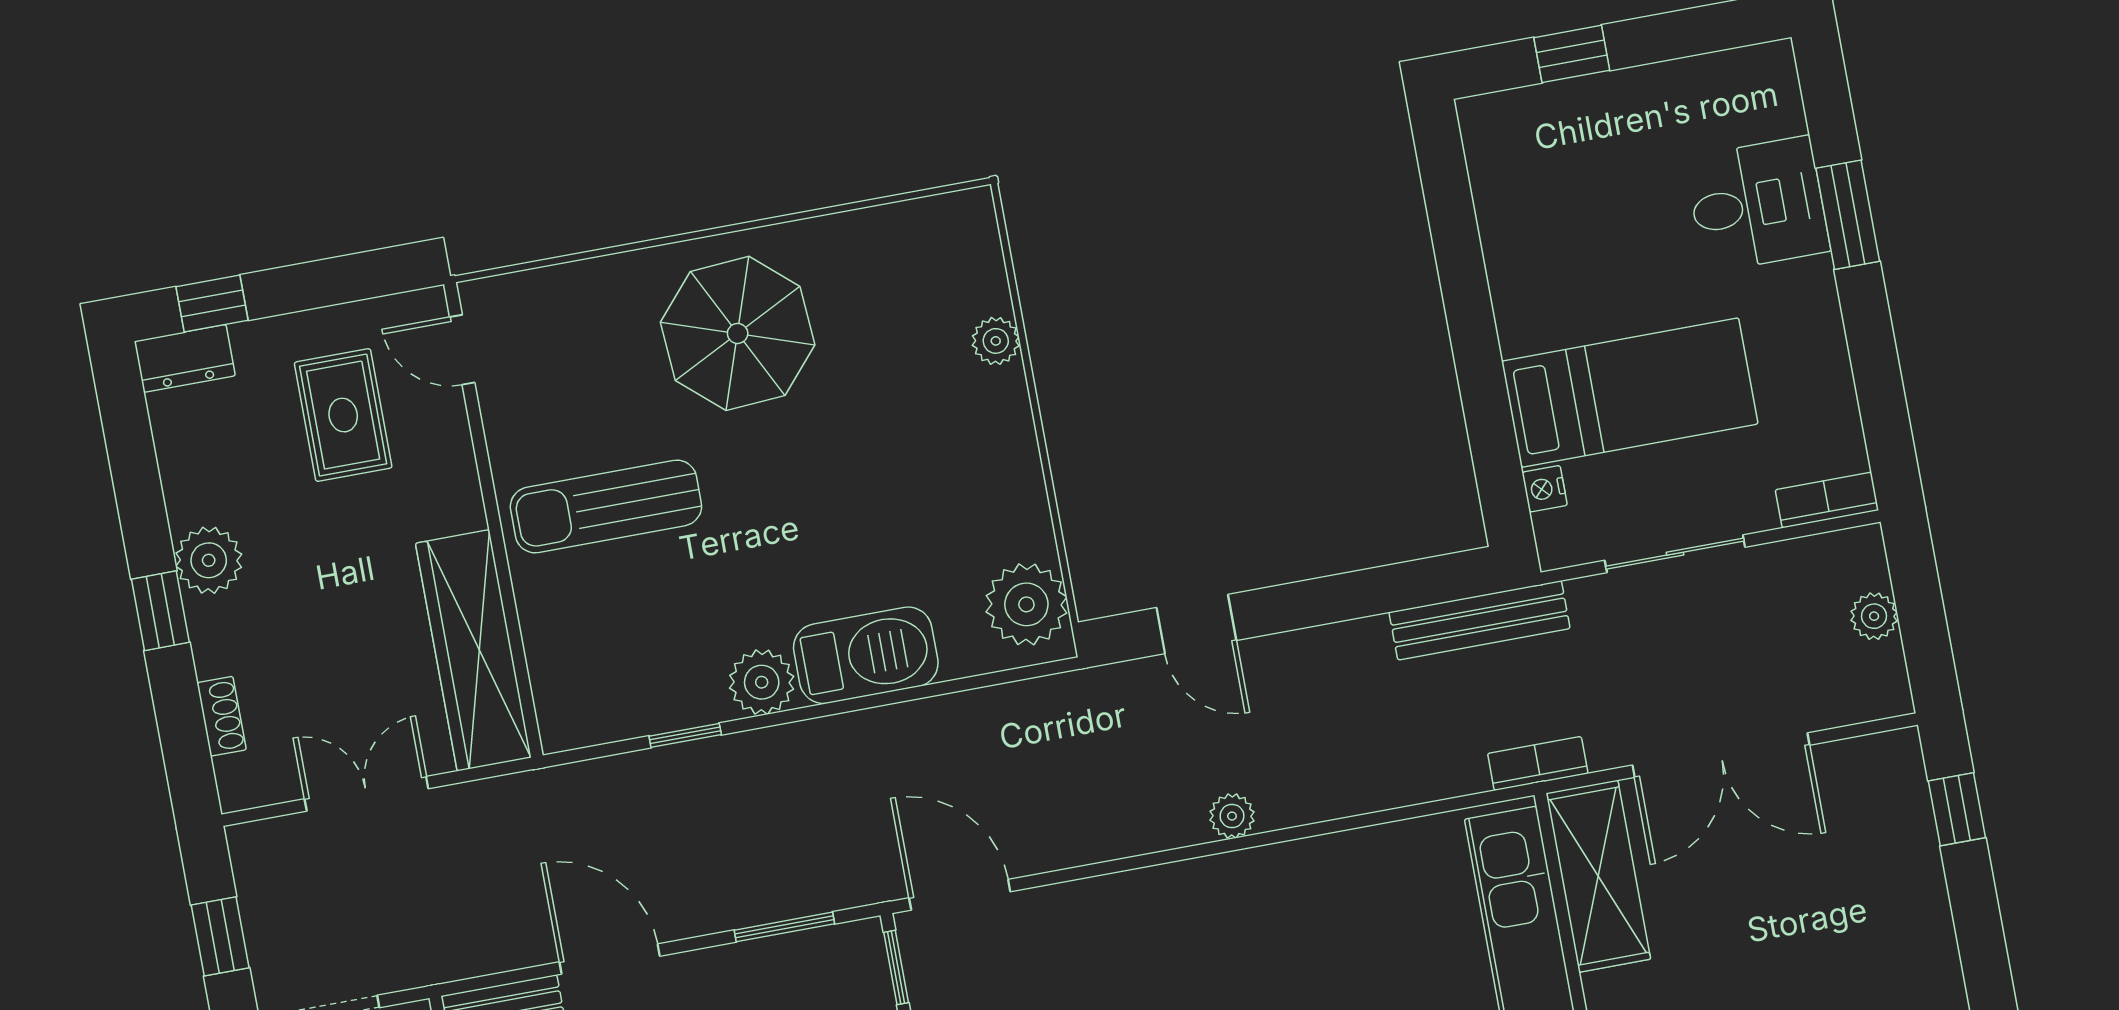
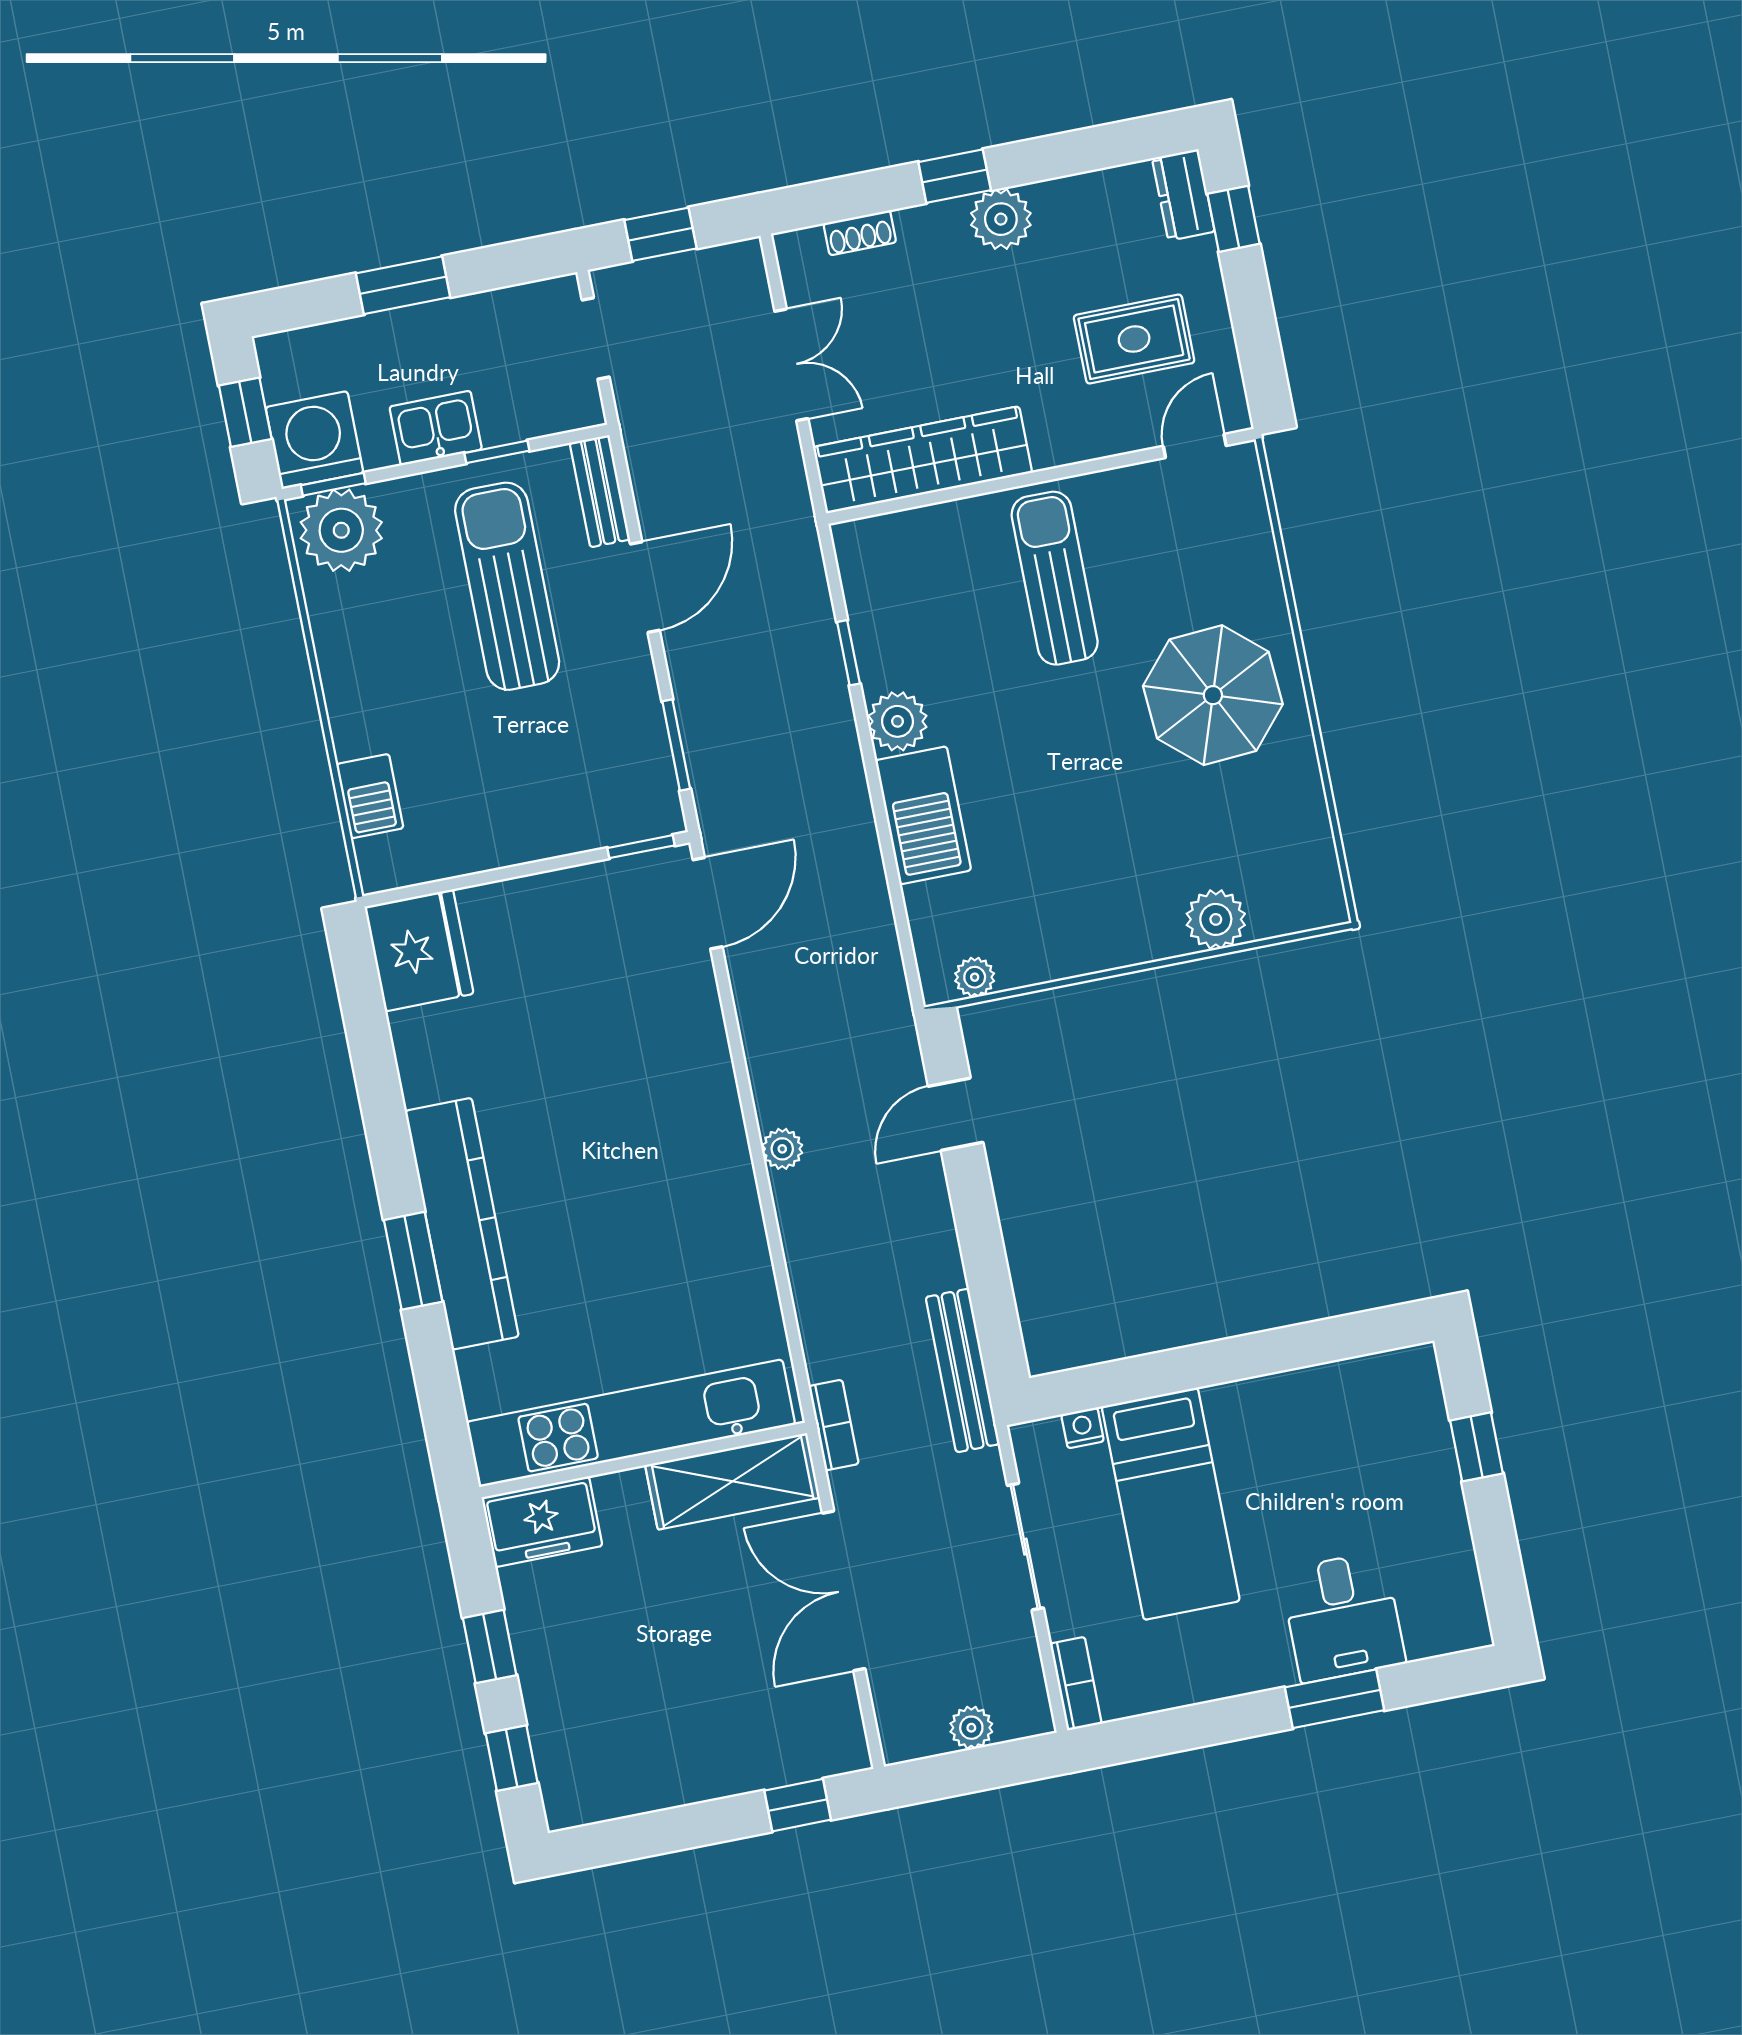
plant: (996, 341) -> (1216, 919), width x1.38, depth x1.38
plant: (1026, 604) -> (975, 977), width x0.53, depth x0.53

